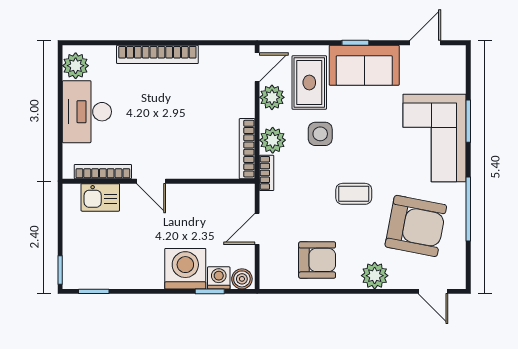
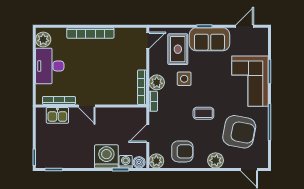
plant: (272, 97) -> (156, 161), moved

